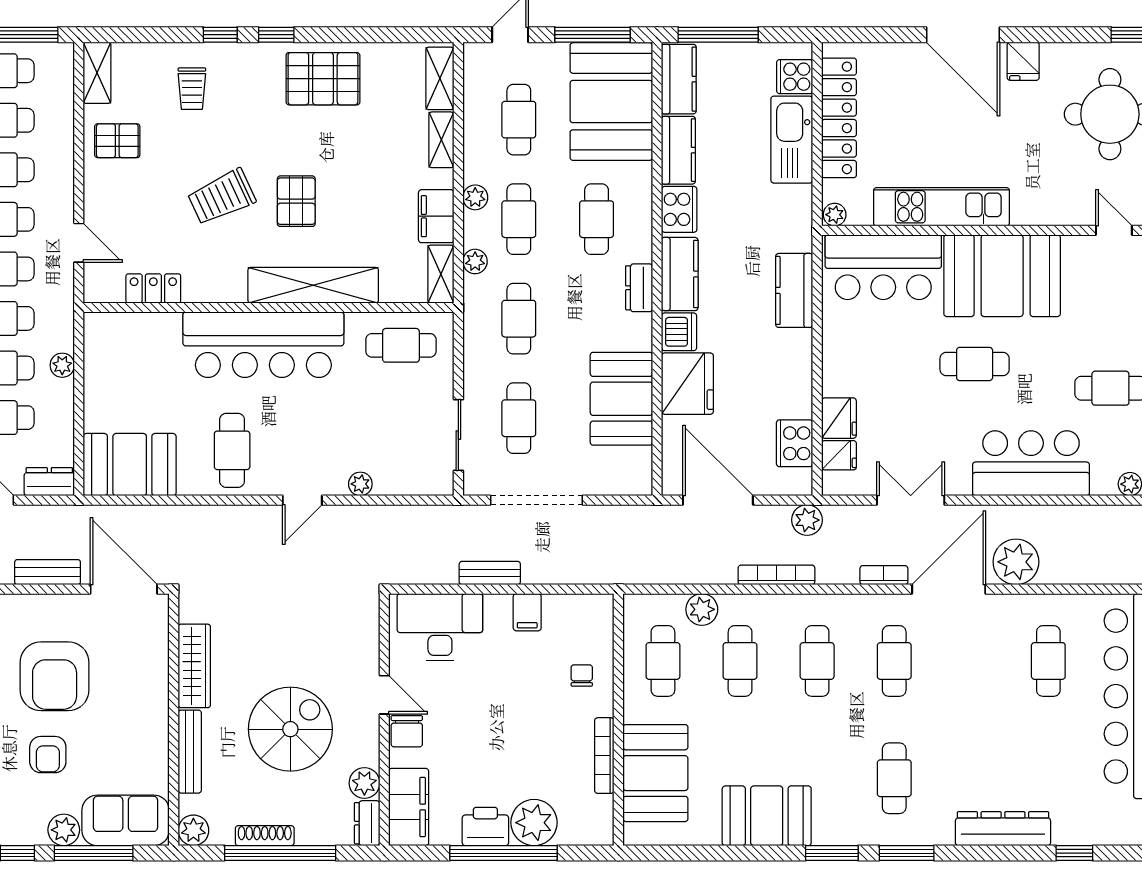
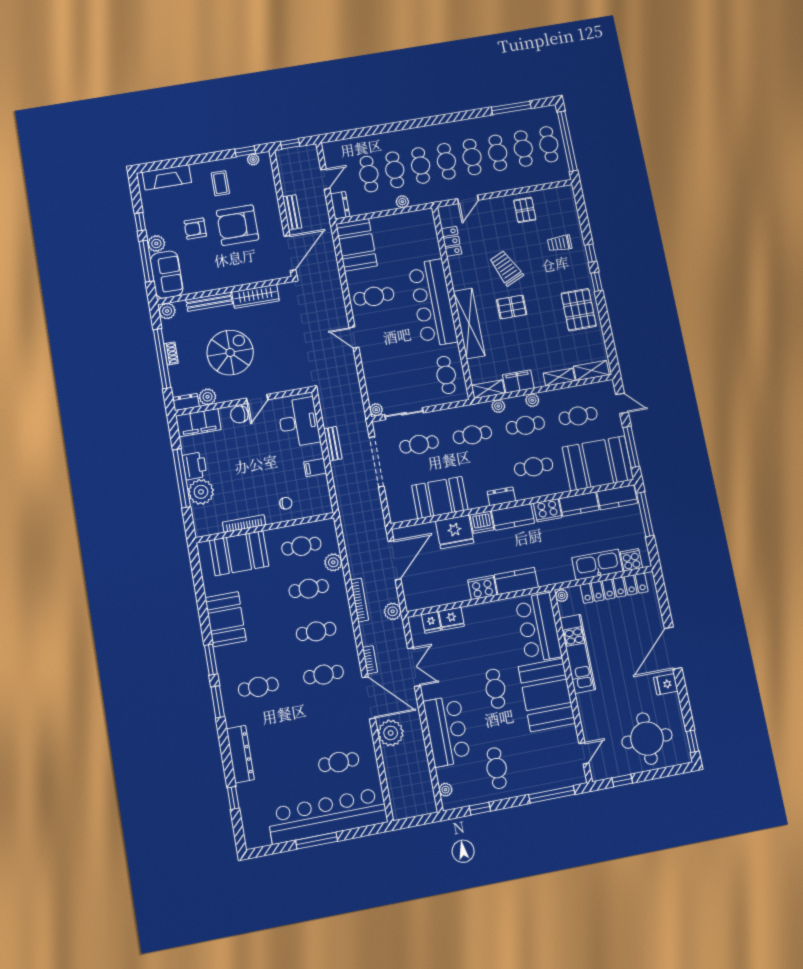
shelving: (97, 73) -> (558, 194), removed
cooker: (795, 443) -> (482, 587), moved
plant: (360, 484) -> (376, 410), moved
spiral stairs: (290, 729) -> (230, 353), turned -90
shoe rack: (265, 836) -> (171, 354), width x0.70

